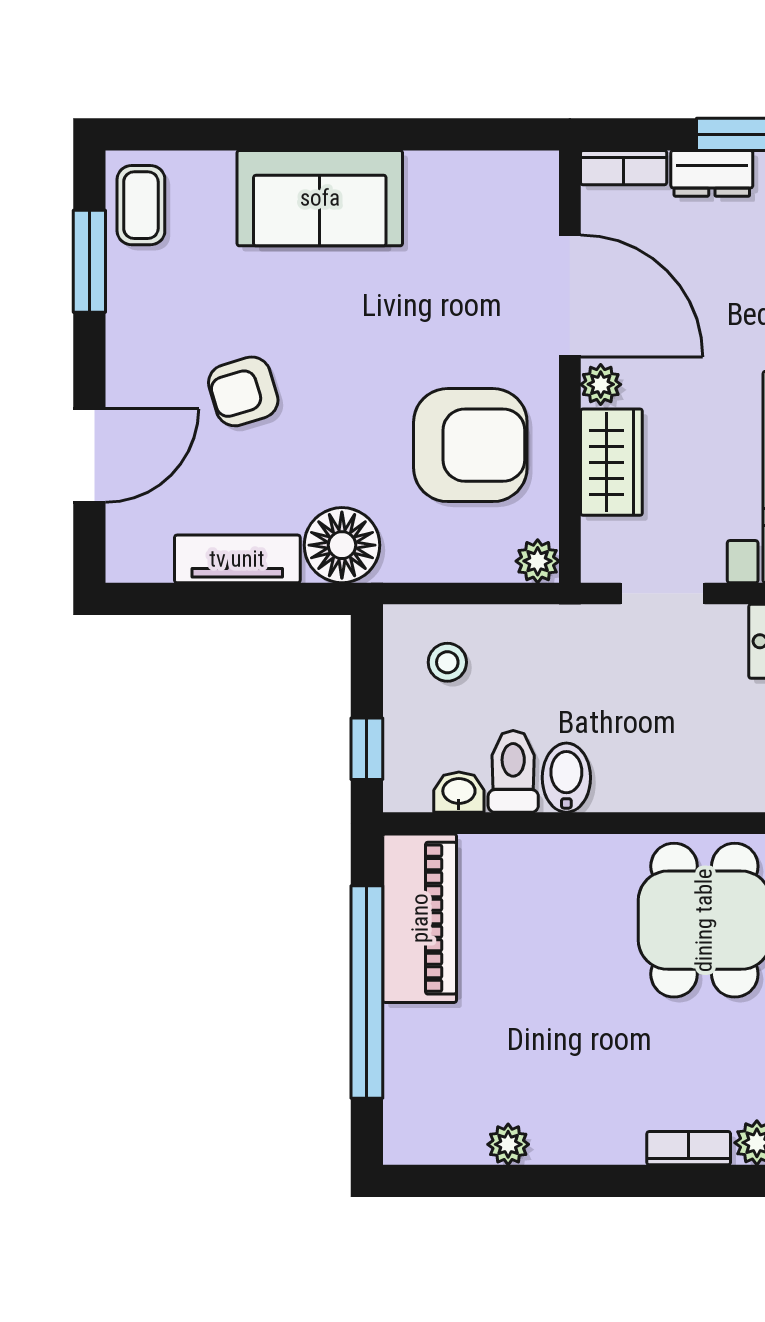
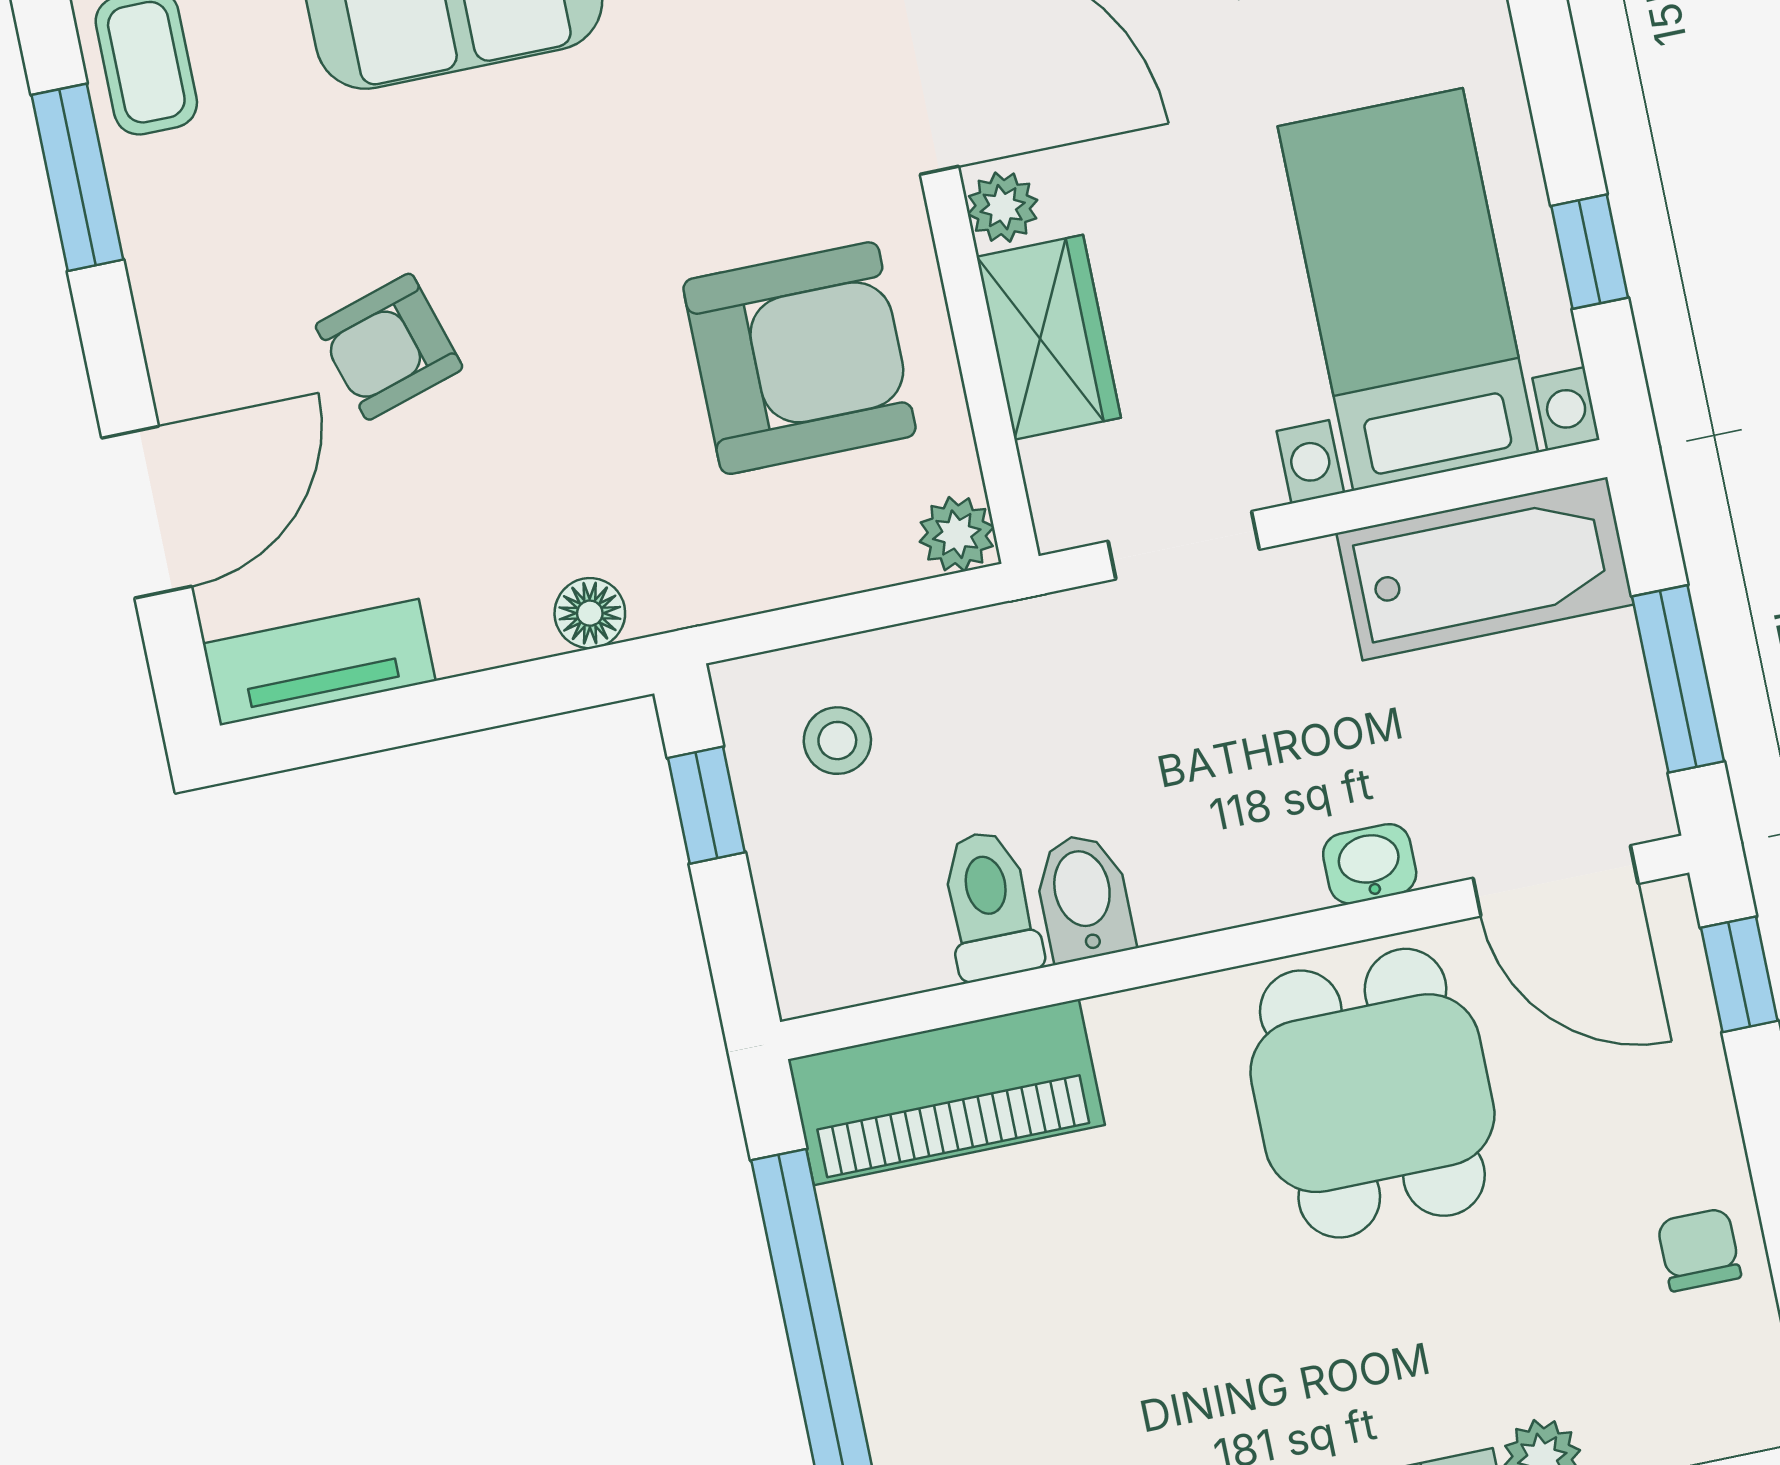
floor lamp: (342, 545) -> (590, 613), width x0.53, depth x0.53
tv unit: (237, 559) -> (319, 662), moved
window: (367, 749) -> (706, 805), moved
washbasin: (459, 792) -> (1370, 864), moved
piano: (420, 918) -> (946, 1092), moved, turned 90

